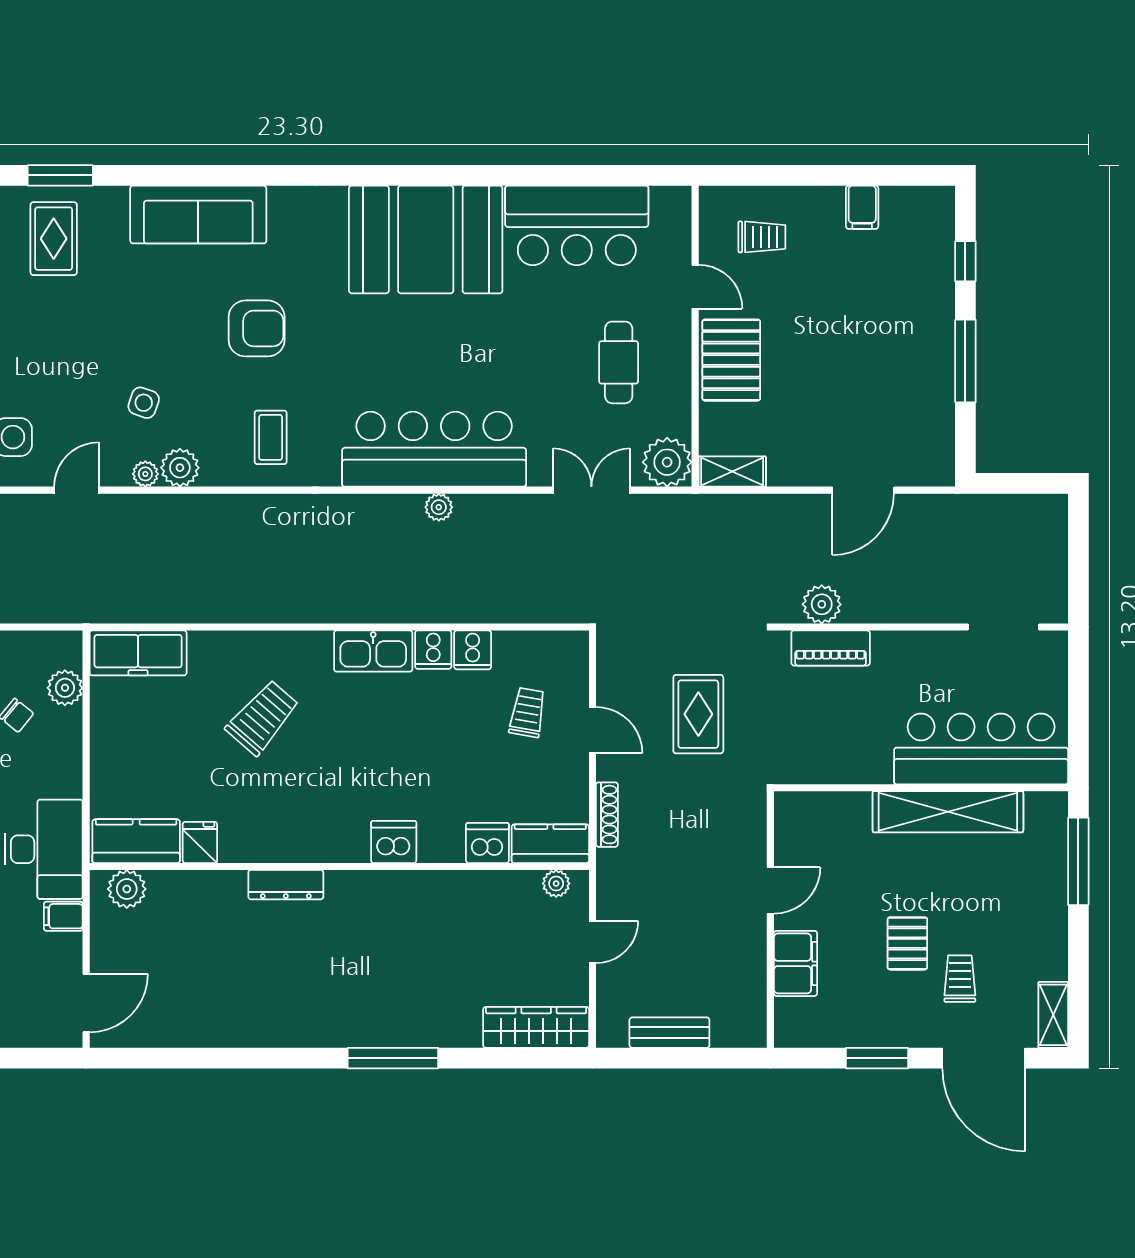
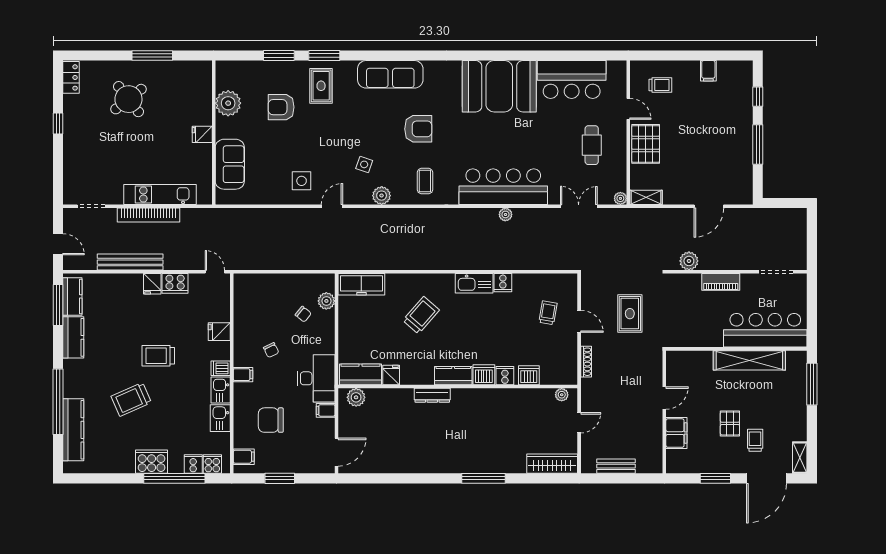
plant: (667, 462) -> (620, 198), width x0.53, depth x0.53
plant: (145, 474) -> (365, 199), removed
piano: (831, 648) -> (721, 282), moved
cooker: (473, 650) -> (505, 376), moved, turned 180
kitchen counter: (550, 844) -> (453, 376), moved
door: (984, 1058) -> (767, 478), hinge flipped

